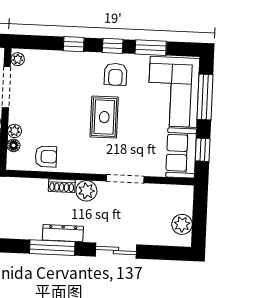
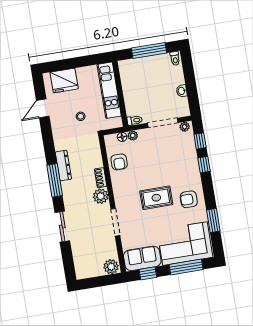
window: (113, 46) -> (200, 141), moved
plant: (182, 224) -> (111, 267), moved
dresser: (63, 233) -> (63, 166), moved

